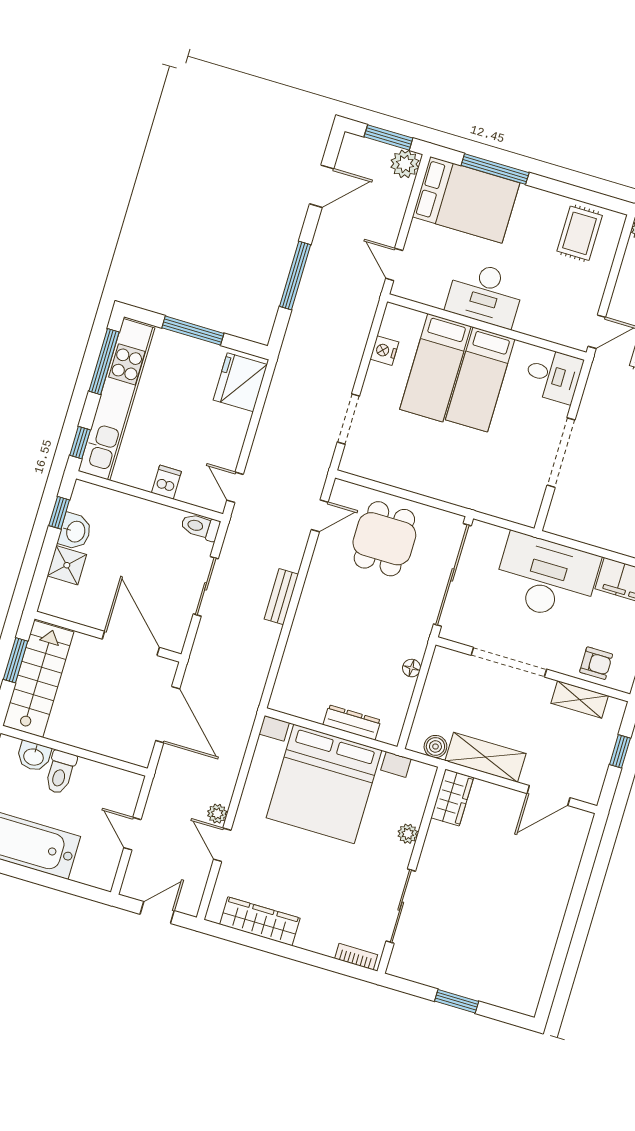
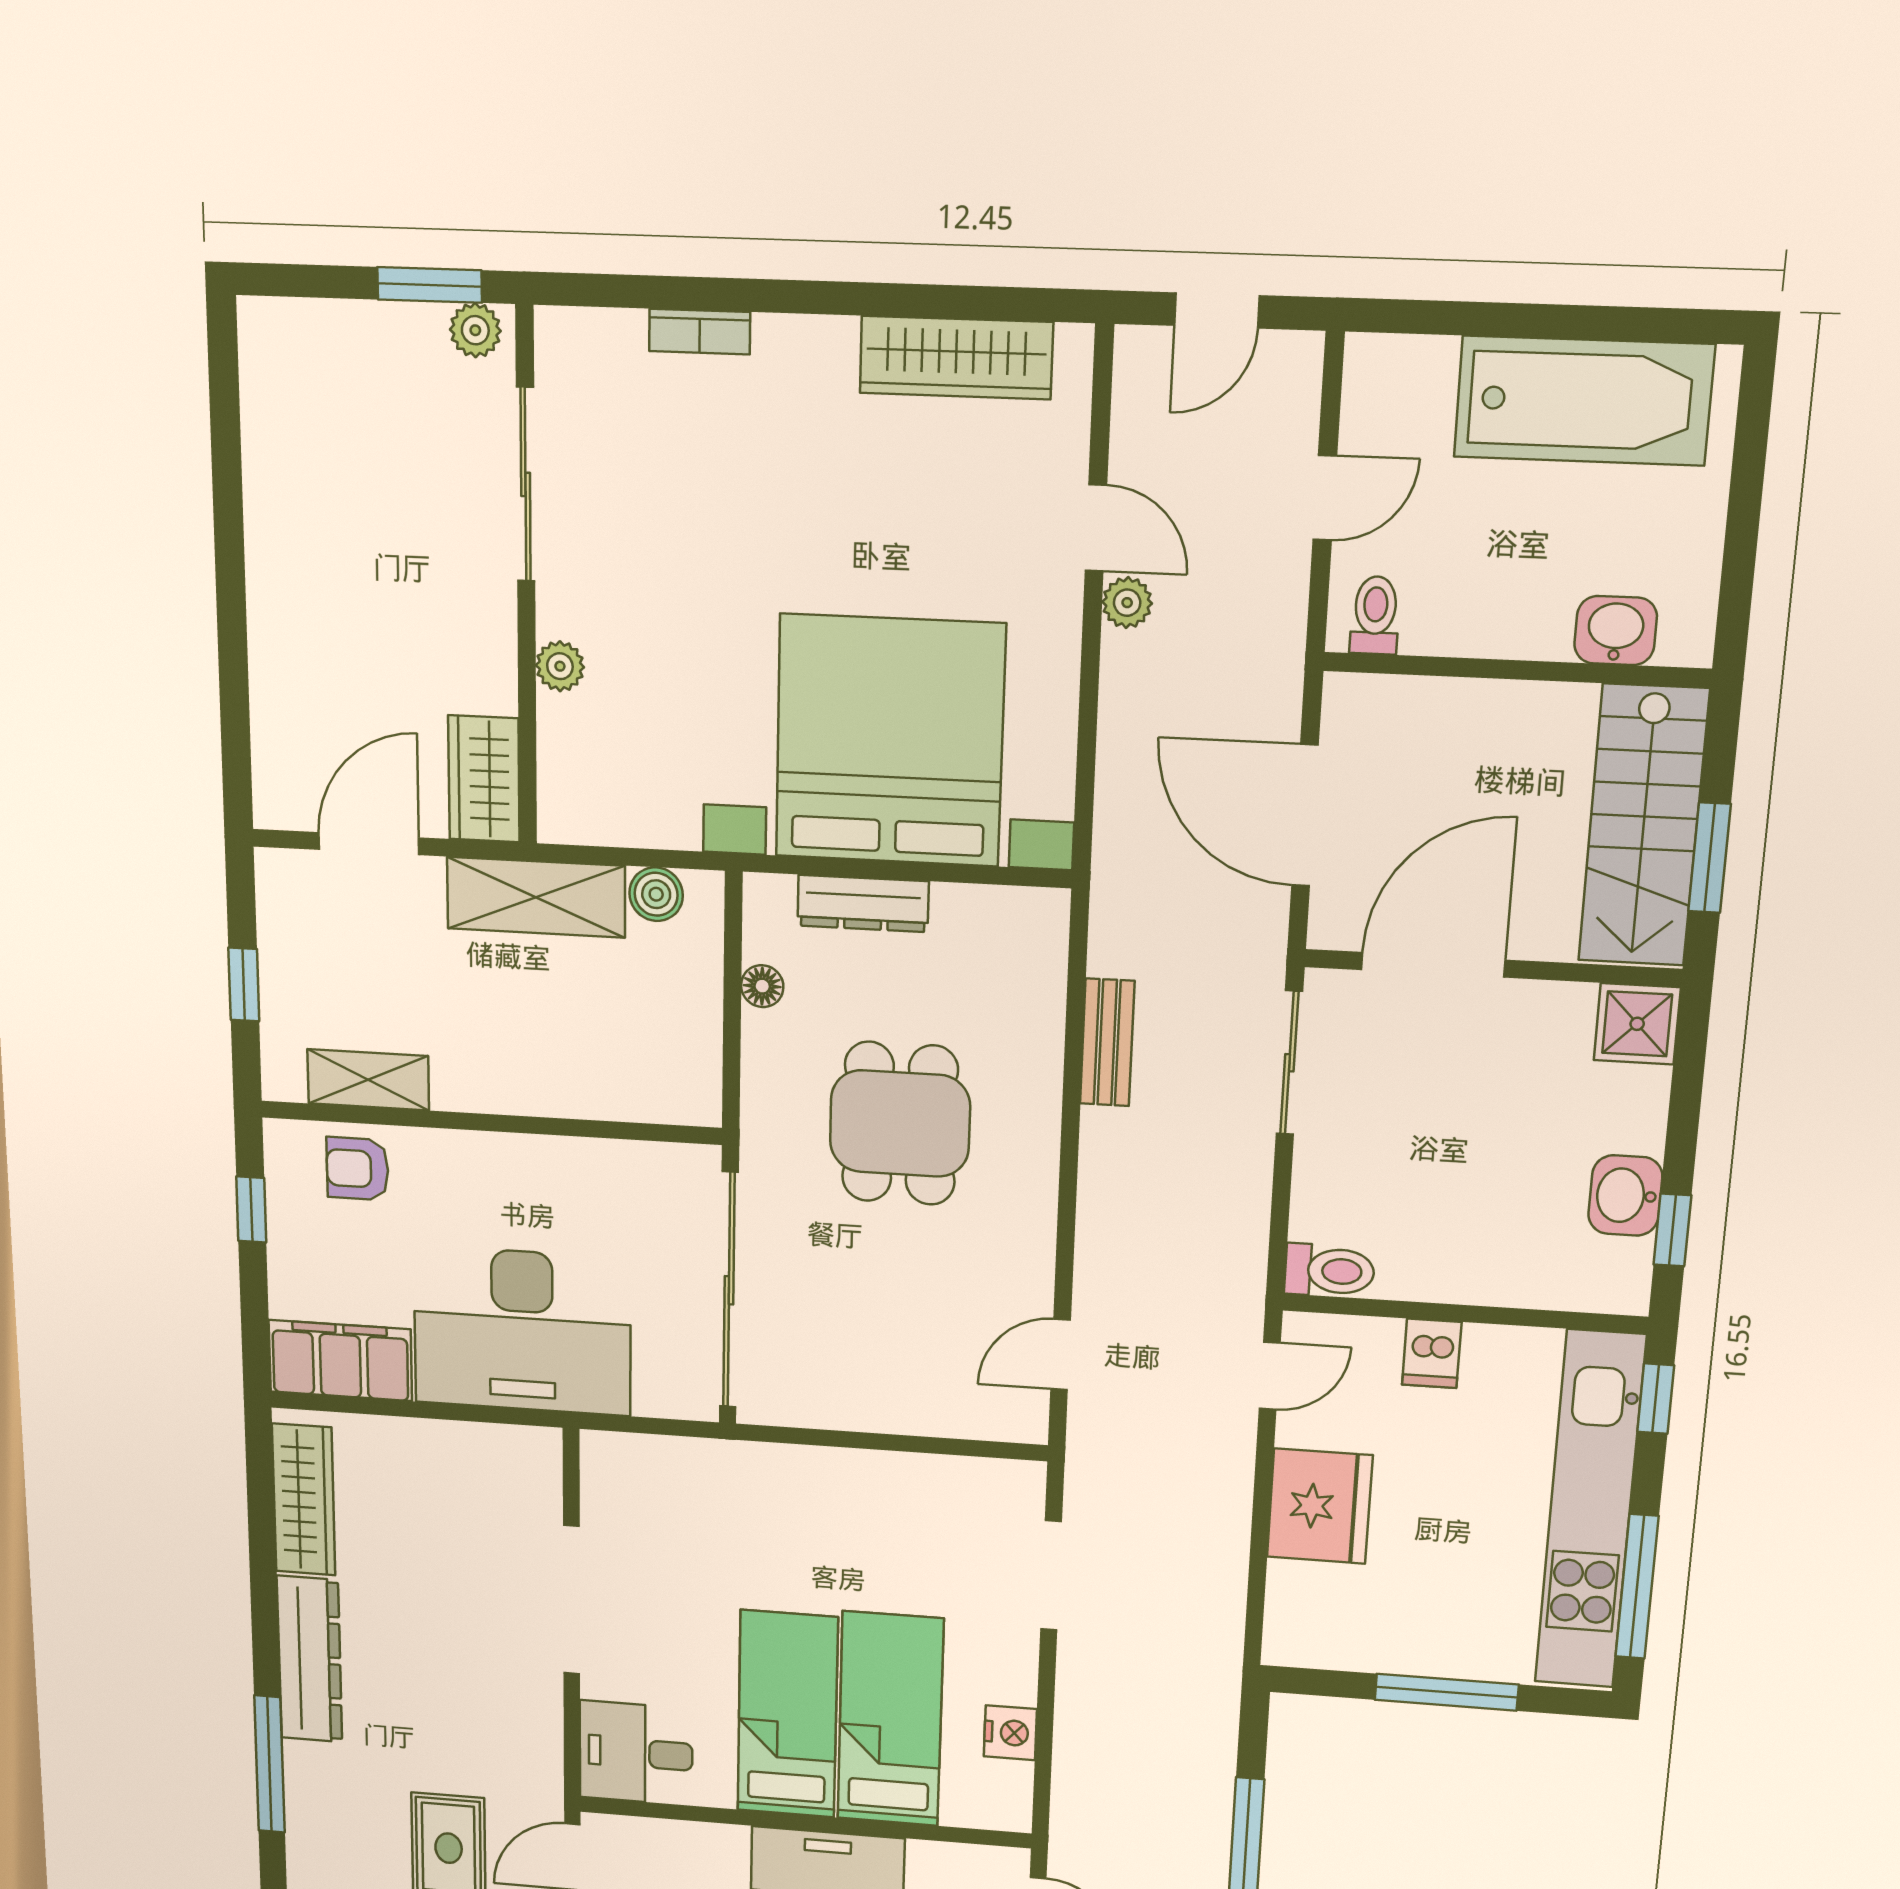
fridge: (240, 382) -> (1320, 1506), moved
door: (235, 487) -> (1270, 1376), hinge flipped
dining table: (384, 539) -> (900, 1123), moved
shower: (67, 565) -> (1637, 1024), moved
sliding door: (206, 586) -> (1289, 1063), moved
bench: (281, 597) -> (1107, 1042), moved
door: (131, 643) -> (1433, 965), swing flipped
doorway: (509, 662) -> (548, 1126), removed
floor lamp: (412, 668) -> (762, 986), moved
toilet: (60, 772) -> (1375, 615), moved, width x0.73, depth x0.72
wardrobe: (452, 798) -> (484, 779), moved
door: (132, 834) -> (1325, 498), hinge flipped
plant: (408, 834) -> (560, 666), moved
wall: (411, 870) -> (526, 580), moved
sliding door: (401, 906) -> (526, 484), moved
plant: (444, 980) -> (475, 330), added

